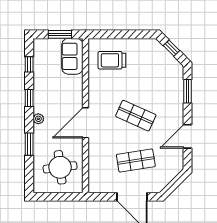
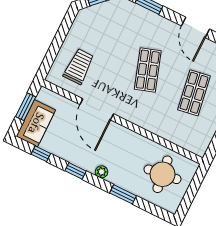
sofa: (72, 56) -> (36, 123), moved, turned -90
trolley: (112, 60) -> (79, 66), turned 180
shop shelf: (136, 116) -> (148, 70), turned -42
door: (85, 123) -> (97, 109), moved

